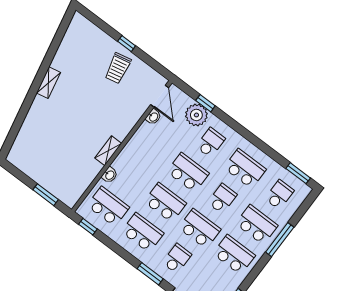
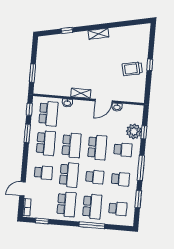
door: (160, 96) -> (103, 101), moved
window: (20, 119) -> (67, 30), added
window: (247, 135) -> (141, 168), added
school desk: (245, 169) -> (120, 179), width x0.54
window: (298, 173) -> (138, 199), moved
window: (150, 274) -> (27, 133), moved

